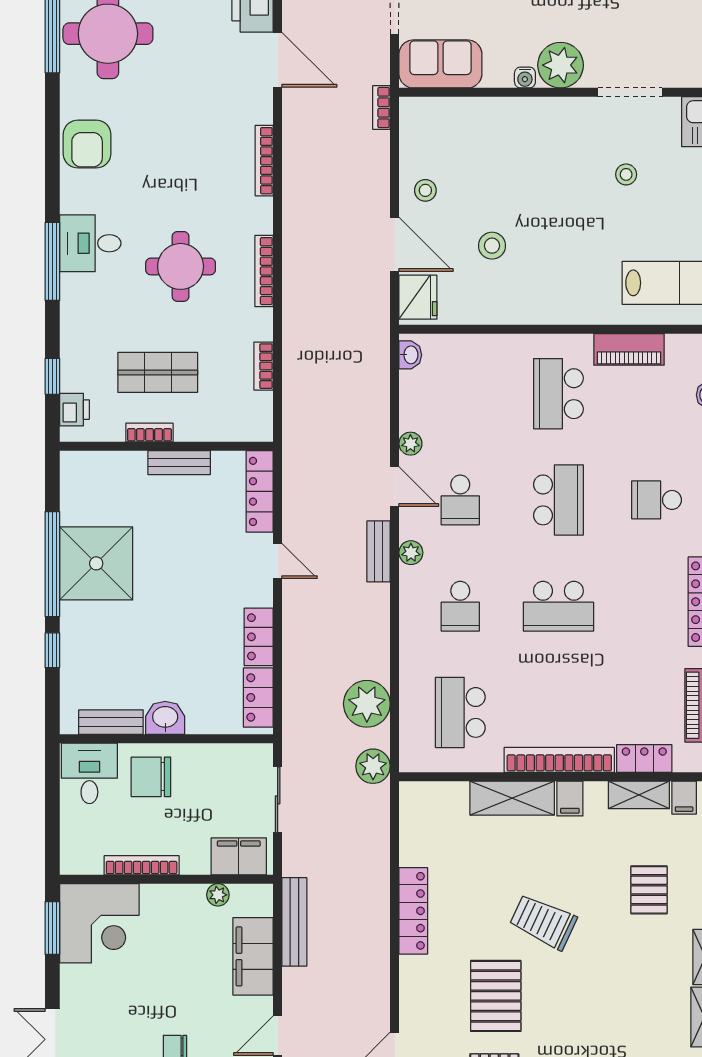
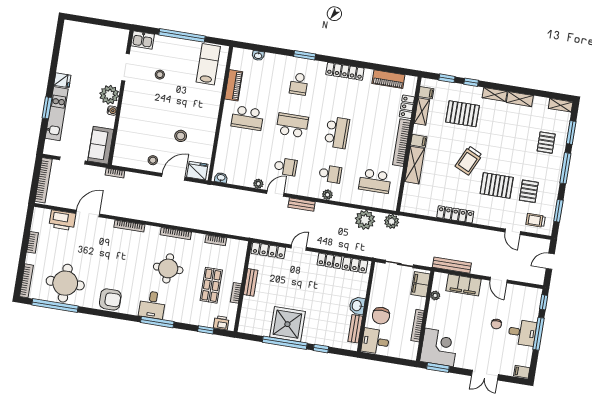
plant: (411, 553) -> (327, 195), moved
pallet: (649, 890) -> (463, 114), width x1.50, depth x1.42

